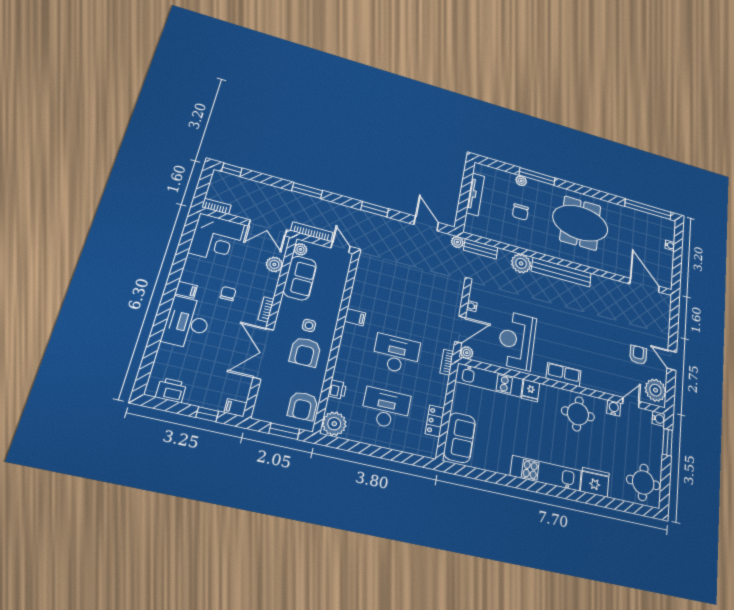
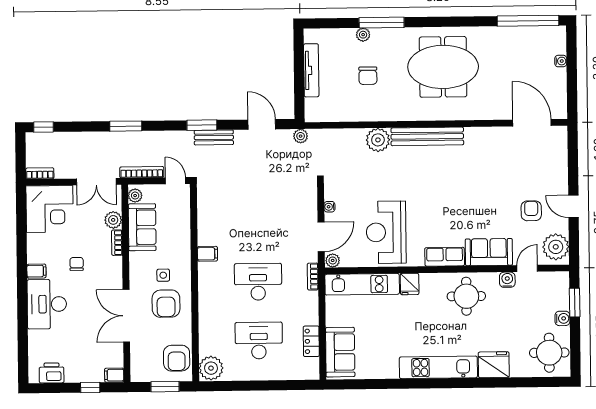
bench: (481, 249) -> (214, 137), moved
bookcase: (266, 309) -> (117, 243), moved
sofa: (601, 380) -> (489, 252), added
printer: (337, 390) -> (206, 334), removed
water cooler: (659, 419) -> (562, 318), moved

